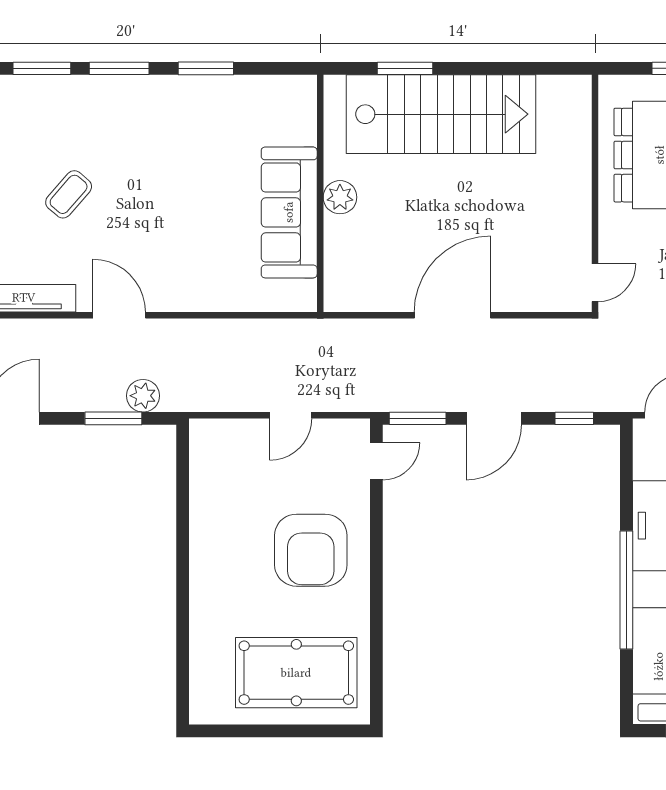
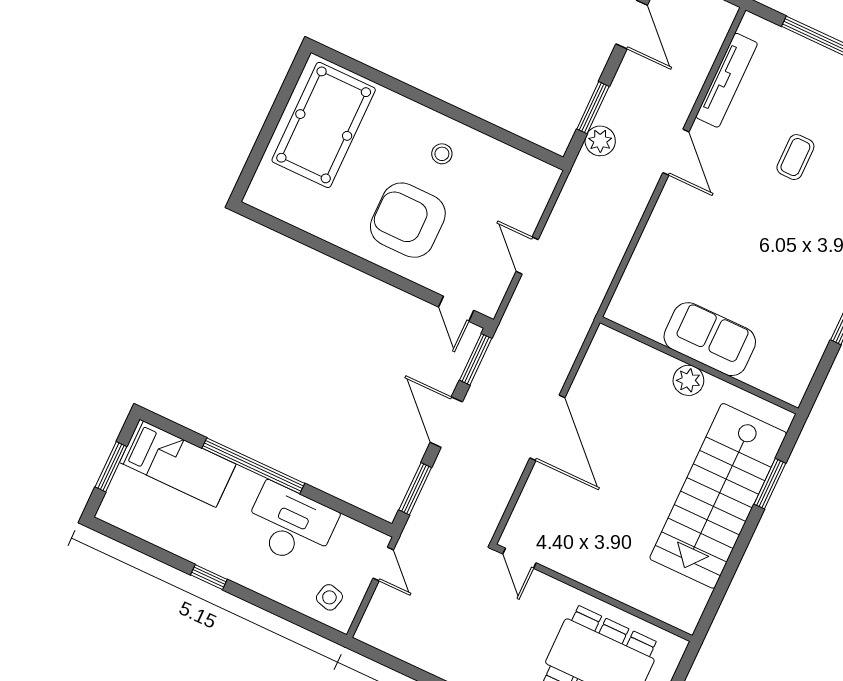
coffee table: (69, 194) -> (795, 157), turned 49
sofa: (289, 212) -> (710, 339), width x0.73
door: (119, 315) -> (676, 152), hinge flipped
window: (574, 418) -> (415, 489), width x1.50
stool: (229, 547) -> (442, 154), added
pool table: (296, 673) -> (324, 125), moved

